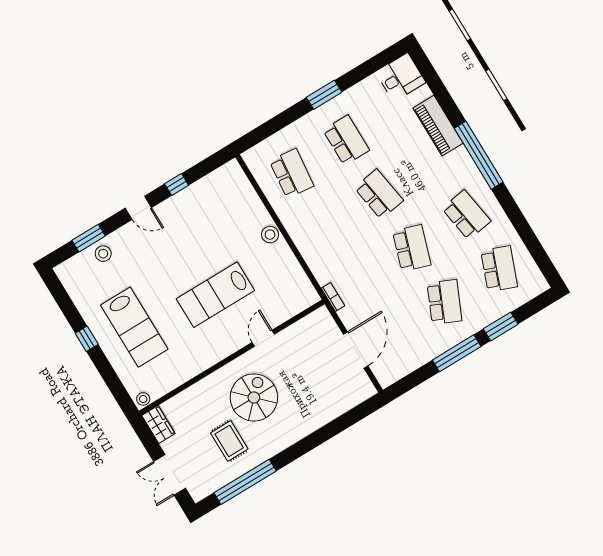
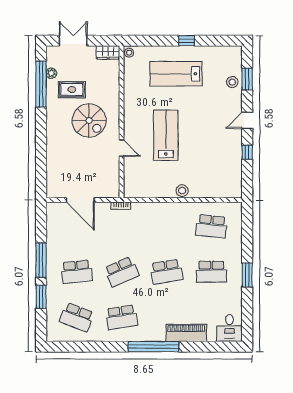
school desk: (412, 248) -> (122, 272), turned -42
school desk: (444, 302) -> (77, 272), turned -30
plant: (225, 477) -> (51, 73), added

